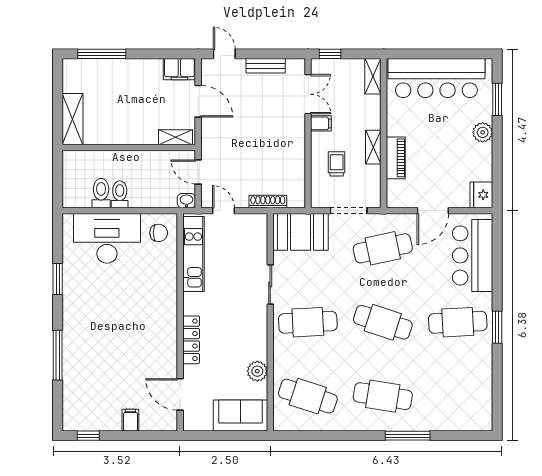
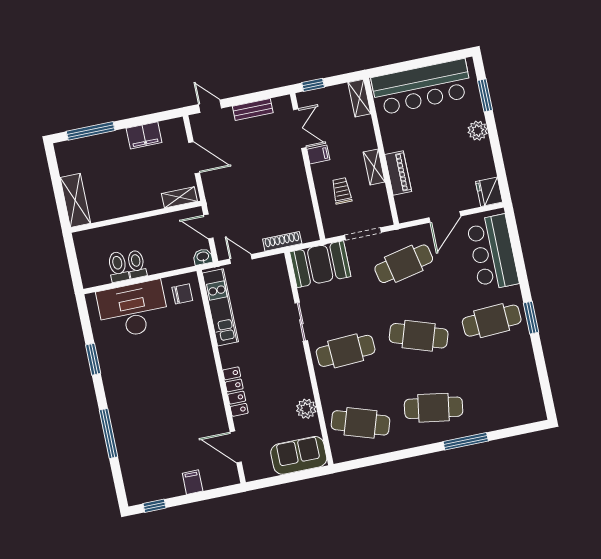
filing cabinet: (179, 69) -> (144, 135), moved

